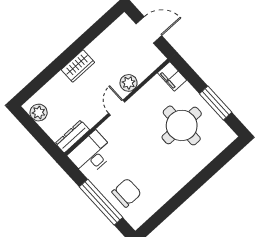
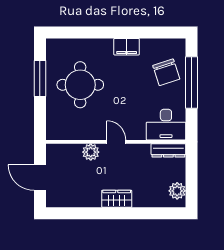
filing cabinet: (172, 76) -> (127, 47), moved, turned 90
door: (117, 108) -> (116, 142), swing flipped
chair: (127, 193) -> (166, 72), turned -108

